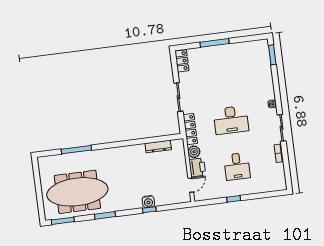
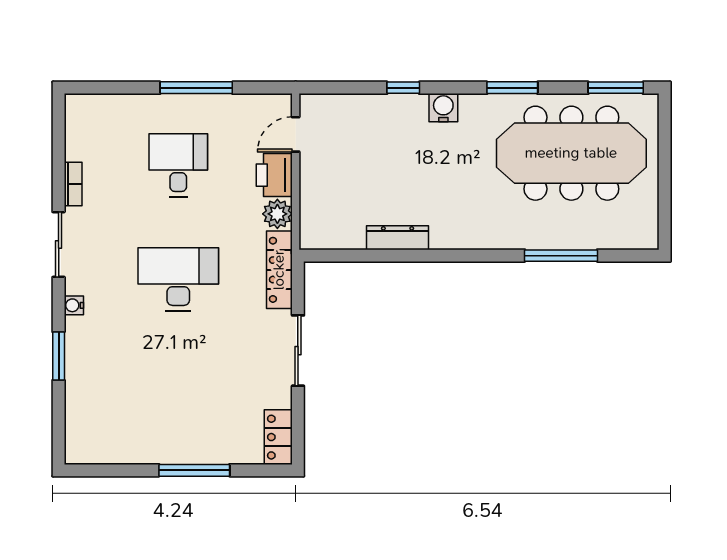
window: (272, 55) -> (59, 356), moved
dresser: (158, 146) -> (398, 238), moved
window: (234, 199) -> (196, 88), width x2.17
water cooler: (148, 202) -> (443, 108), moved

